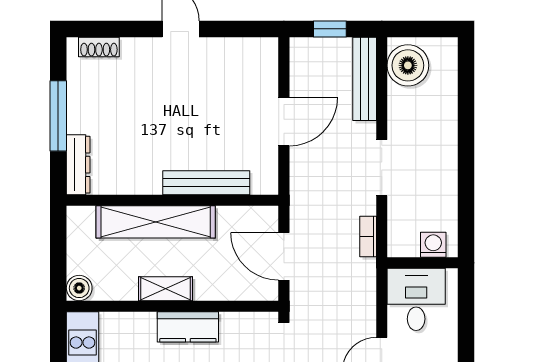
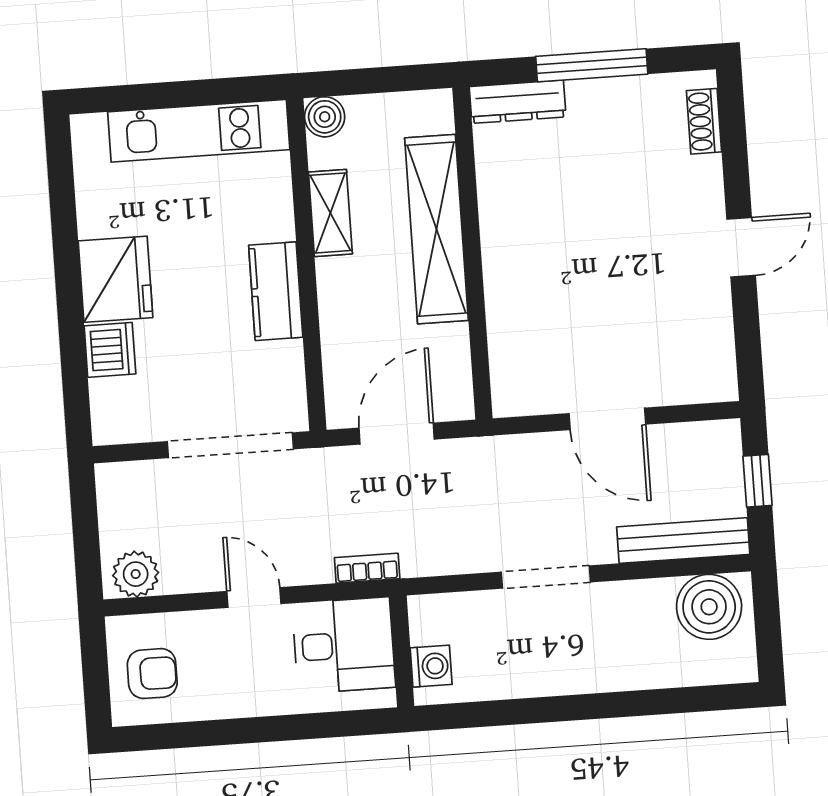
bench: (206, 183) -> (503, 304), removed
bookcase: (368, 236) -> (367, 568), moved
shelving: (166, 289) -> (330, 213), moved

